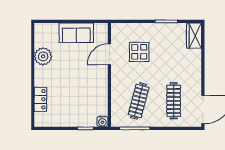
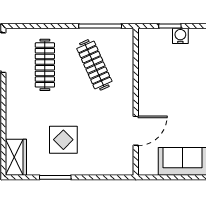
display table: (139, 52) -> (63, 140), moved
clothes rail: (139, 101) -> (94, 65), turned -39
water cooler: (102, 121) -> (180, 36), moved

